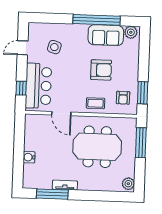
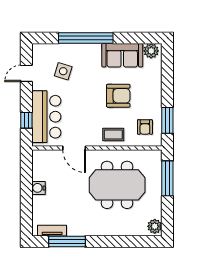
window: (97, 20) -> (86, 38), moved
water cooler: (29, 157) -> (39, 188), moved
tv unit: (65, 185) -> (52, 231), moved

